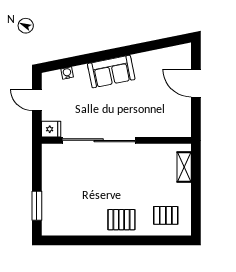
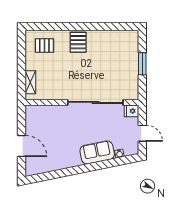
sofa: (111, 72) -> (97, 152), moved
window: (37, 206) -> (142, 64), moved
pallet: (121, 220) -> (78, 42), turned 90

